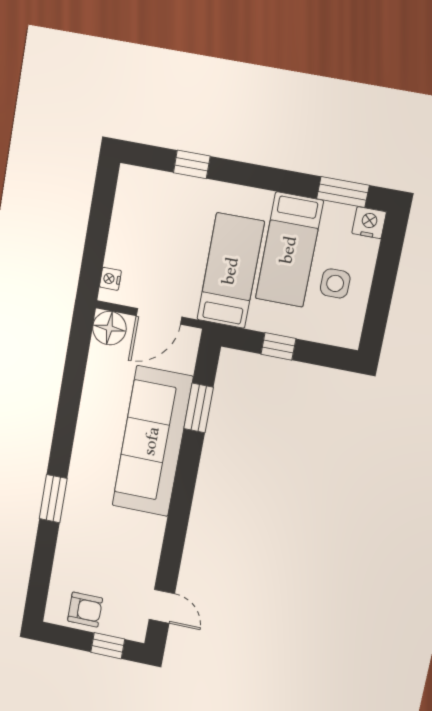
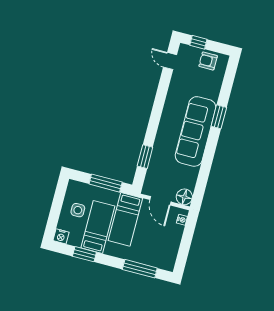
window: (192, 164) -> (140, 269), width x2.17
window: (343, 192) -> (84, 254), moved
door: (159, 316) -> (160, 201), swing flipped
window: (278, 346) -> (106, 183), width x2.17
sofa: (152, 441) -> (196, 131), moved, turned 180

